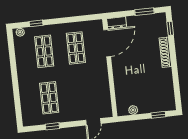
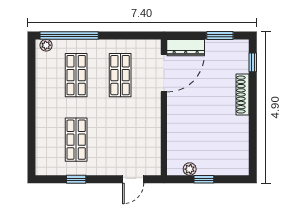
window: (36, 23) -> (69, 35), width x3.17
dresser: (117, 23) -> (186, 47), width x1.44
window: (158, 115) -> (204, 179), moved

